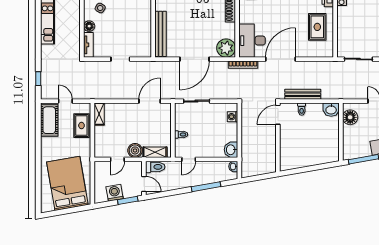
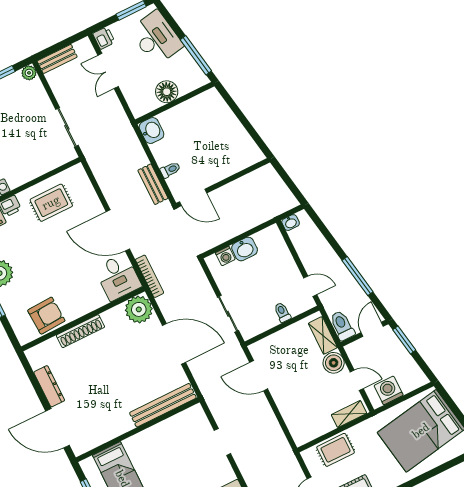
desk: (252, 41) -> (118, 277), width x0.73
bench: (303, 94) -> (153, 184), width x0.73
shelving: (99, 114) -> (349, 414), moved
floor lamp: (350, 117) -> (167, 92), moved
washbasin: (231, 150) -> (245, 249), moved
window: (206, 187) -> (358, 276), moved
washing machine: (115, 193) -> (389, 390), moved, turned 100

